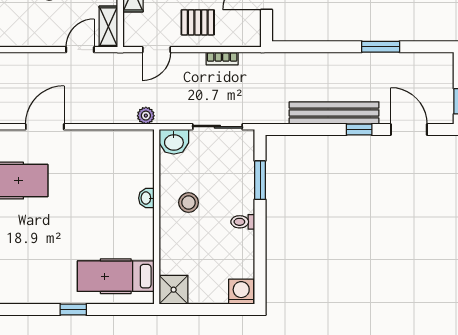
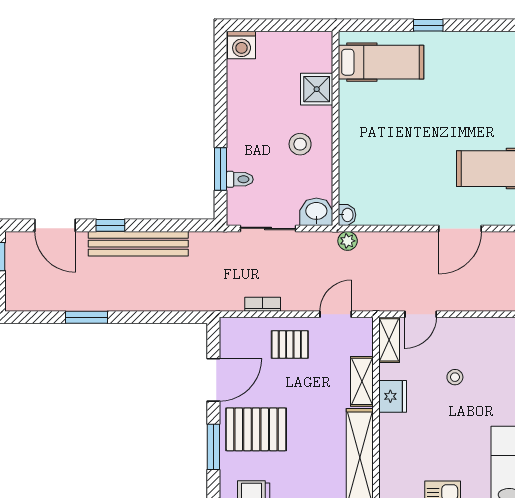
washbasin: (146, 198) -> (347, 215), moved
toilet: (243, 222) -> (240, 179), moved
shower: (174, 290) -> (317, 89), moved

